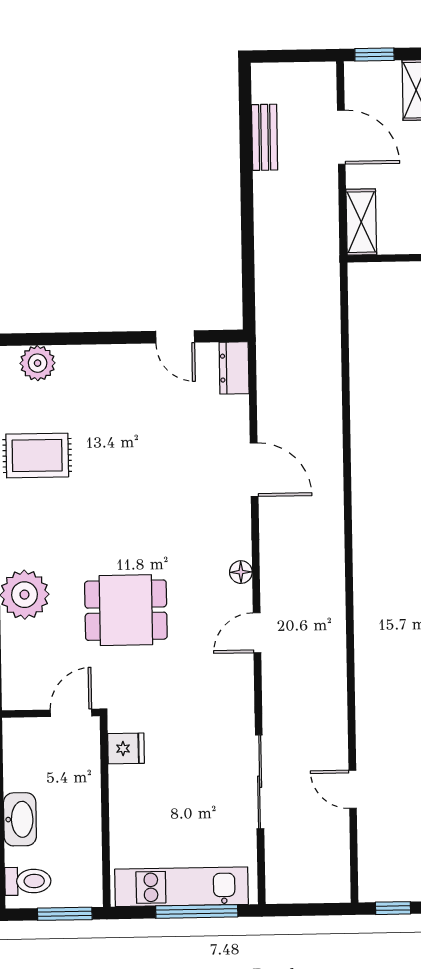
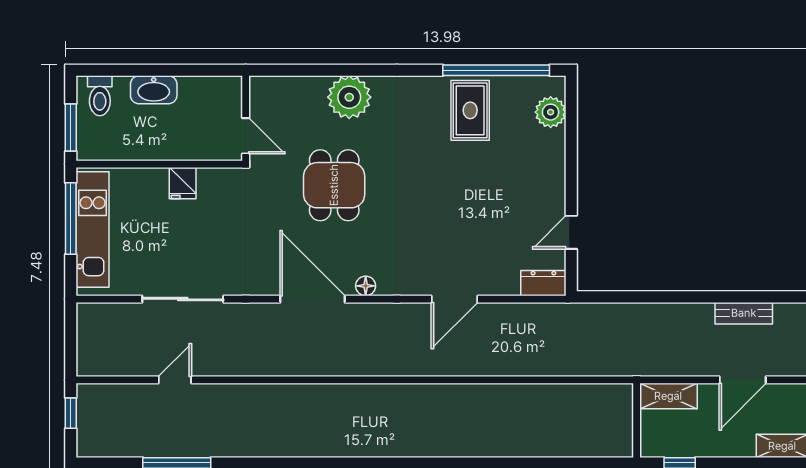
door: (257, 633) -> (313, 299), width x1.87
fridge: (126, 748) -> (183, 183), moved
window: (197, 911) -> (71, 218), moved

